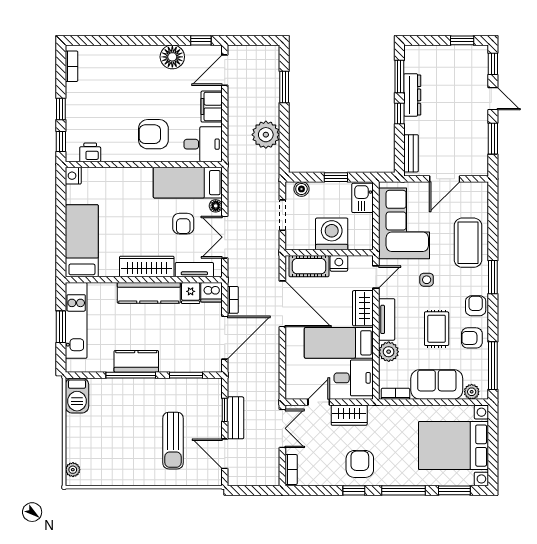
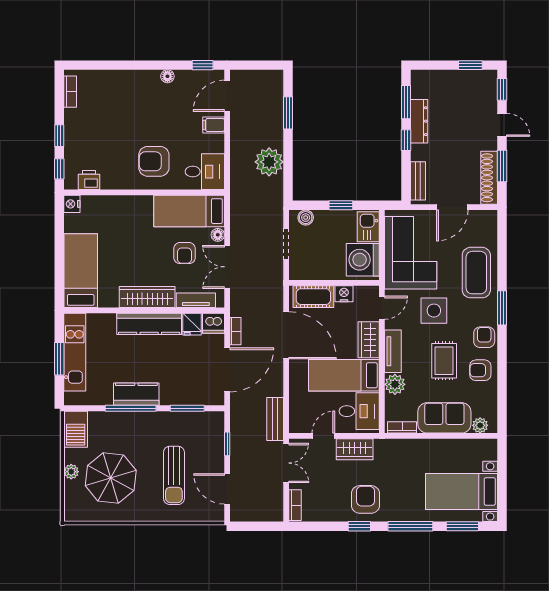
floor lamp: (172, 57) -> (167, 76), width x0.53, depth x0.53
filing cabinet: (212, 107) -> (214, 125), width x0.50
shoe rack: (480, 150) -> (489, 178), added
washing machine: (332, 234) -> (363, 260), moved, turned -90
side table: (427, 280) -> (434, 311), width x1.87, depth x1.87
window: (493, 366) -> (502, 399), removed
bench: (235, 418) -> (275, 419), moved
parasol: (111, 443) -> (111, 478), added
bed with nightstands: (453, 446) -> (461, 491), width x0.73
plant: (73, 470) -> (71, 472), moved

